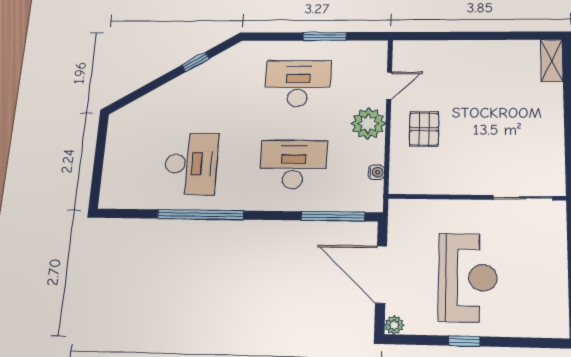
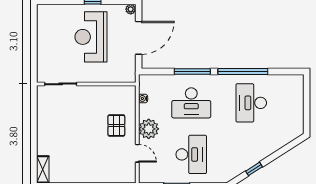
desk: (298, 84) -> (191, 154), turned -90
door: (389, 86) -> (137, 153), swing flipped
window: (333, 216) -> (192, 72), moved
door: (381, 274) -> (139, 38), hinge flipped

